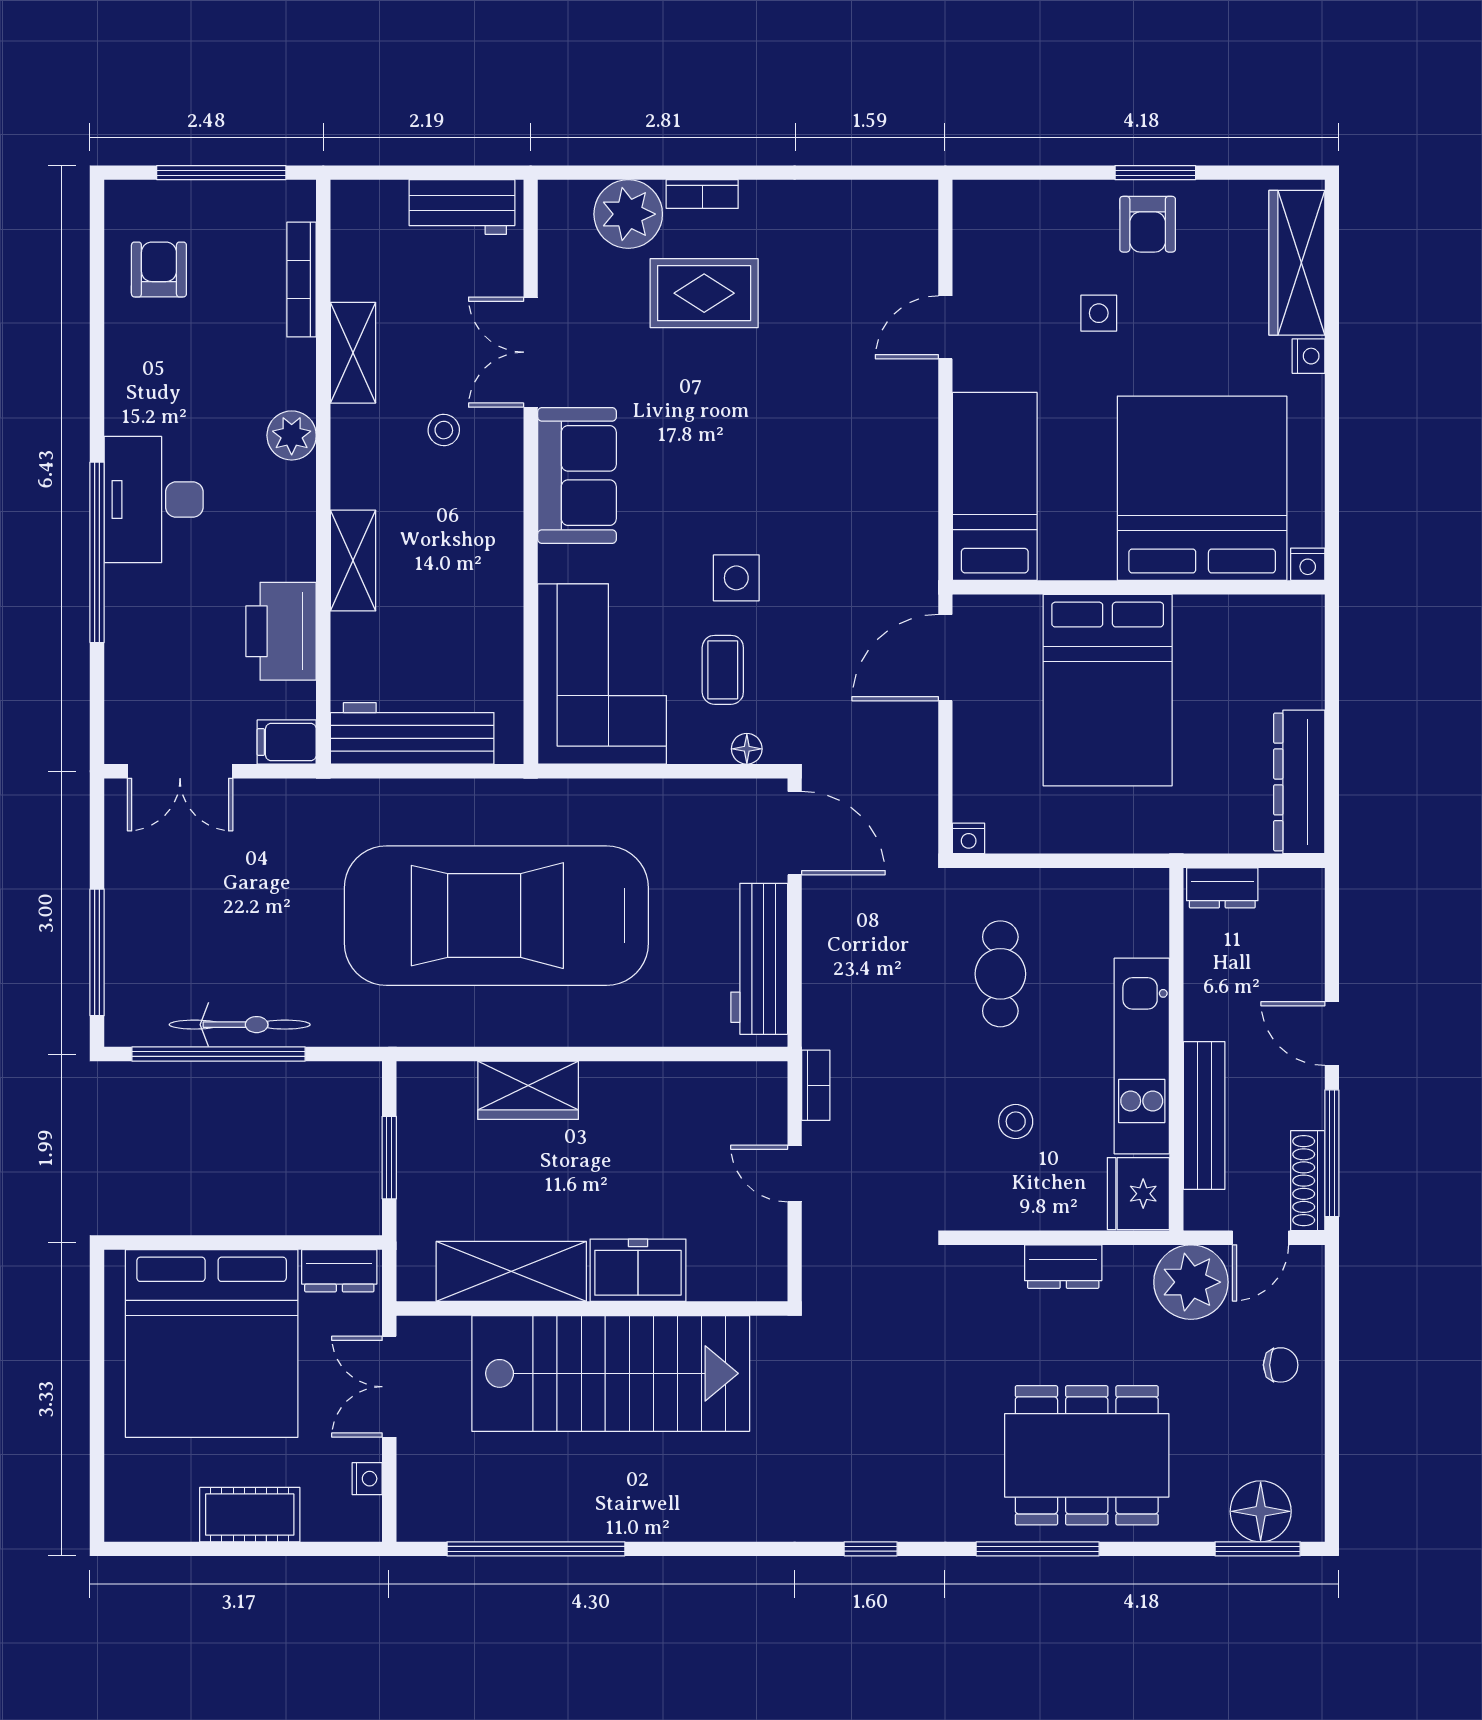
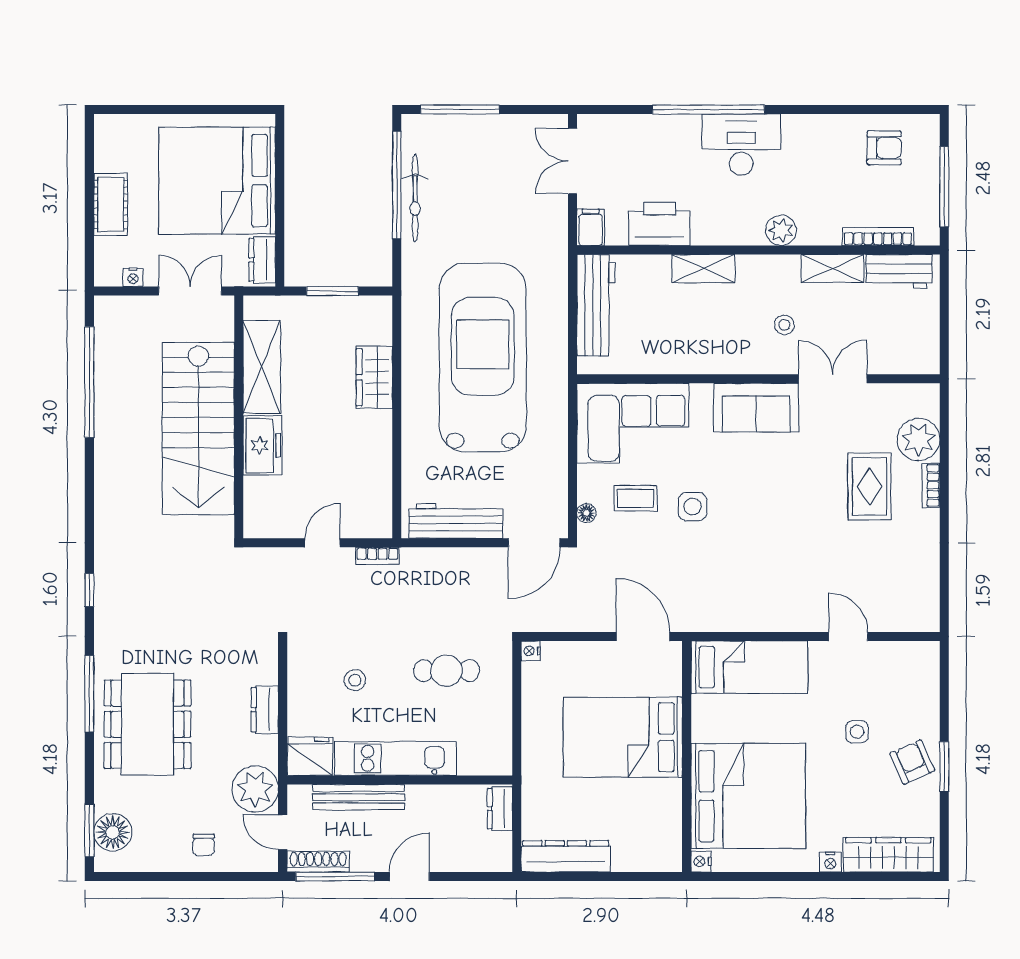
workbench: (462, 207) -> (899, 271), moved, turned -90
armchair: (1148, 224) -> (912, 762), turned 66

